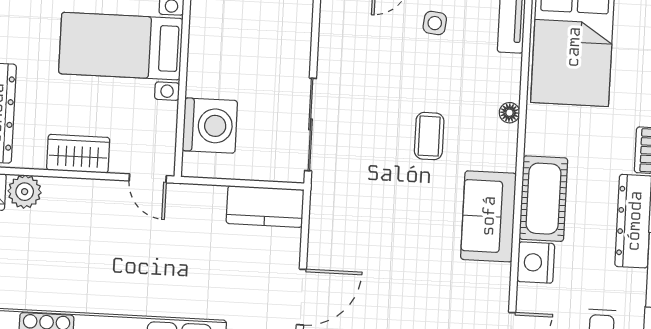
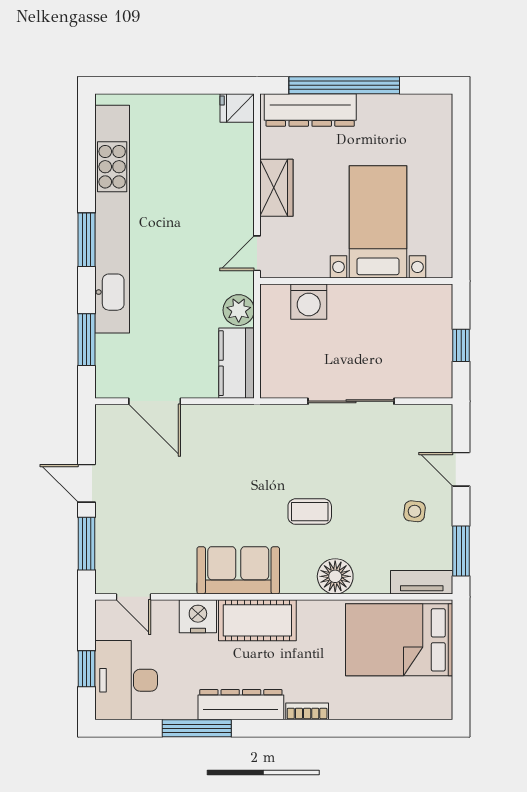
floor lamp: (509, 113) -> (335, 576), width x1.89, depth x1.89
sliding door: (310, 124) -> (351, 401), moved
washing machine: (210, 126) -> (309, 302), width x0.73, depth x0.73
plant: (25, 192) -> (239, 310), moved

